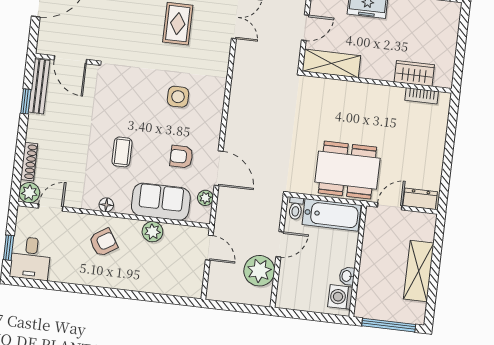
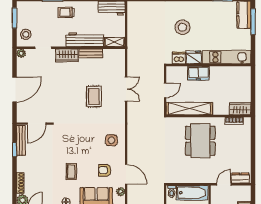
door: (70, 60) -> (37, 124), hinge flipped
shelving: (331, 63) -> (189, 109), width x1.47
wardrobe: (414, 73) -> (240, 109), moved
side table: (178, 97) -> (111, 140), moved
dining table: (347, 170) -> (200, 141), moved, turned 90

